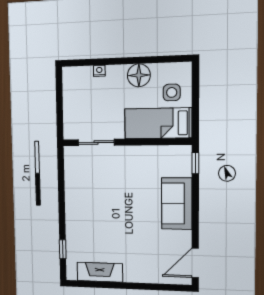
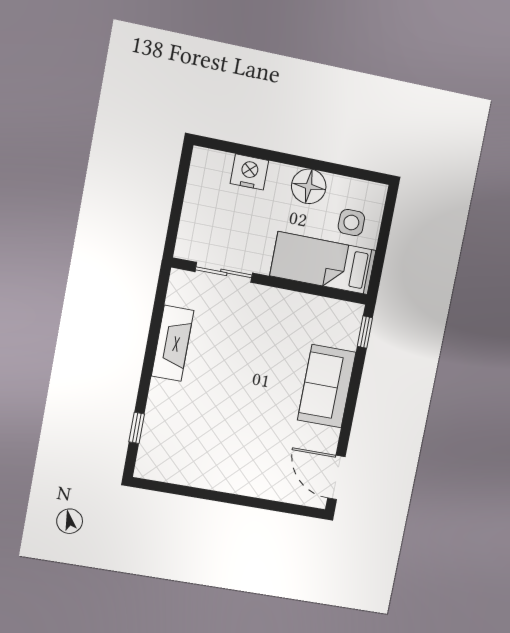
nightstand: (99, 71) -> (249, 172), width x1.89, depth x1.79
door: (195, 263) -> (336, 477), hinge flipped
fireplace: (100, 272) -> (173, 343), moved, turned 90

